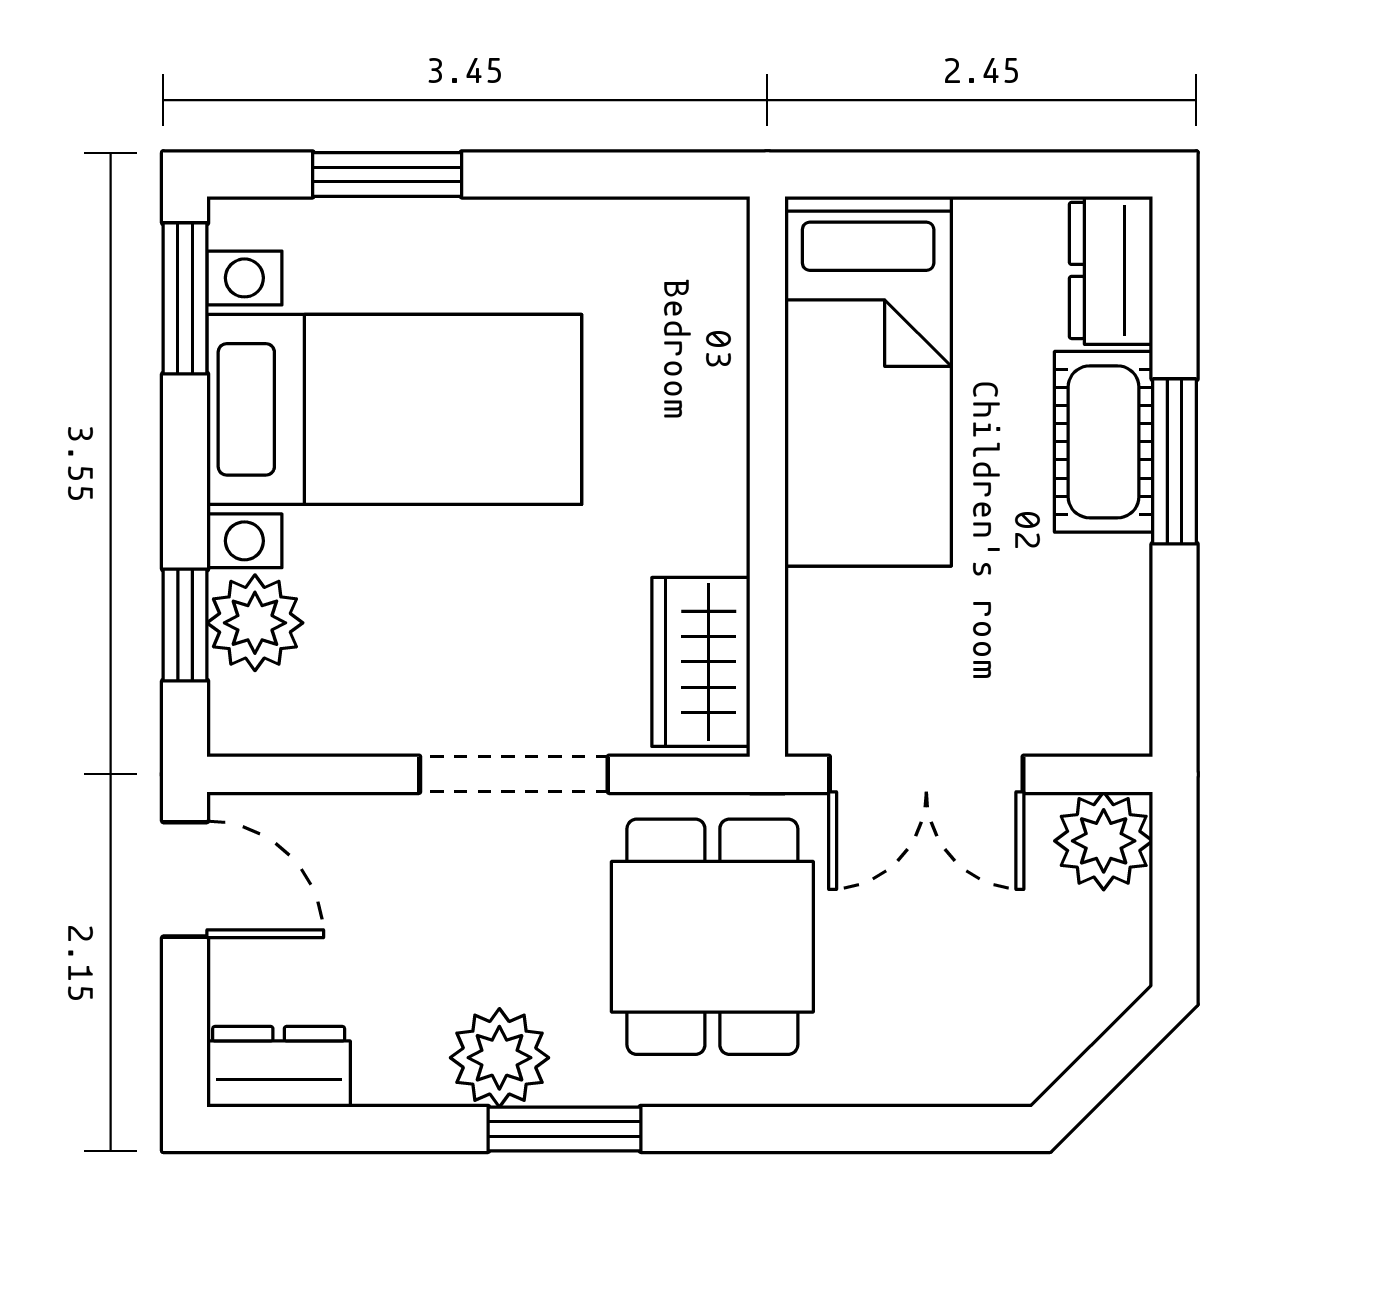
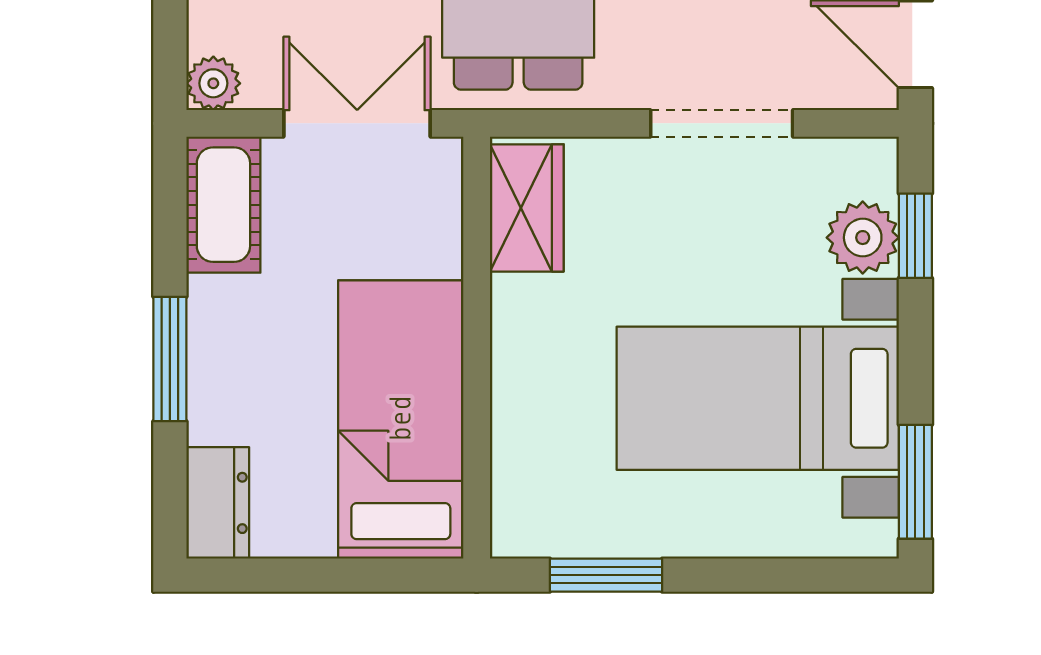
window: (387, 174) -> (606, 575), moved
cot: (1104, 442) -> (223, 205), moved
doorway: (514, 774) -> (722, 123), moved
plant: (1104, 841) -> (213, 83), width x0.73, depth x0.73

